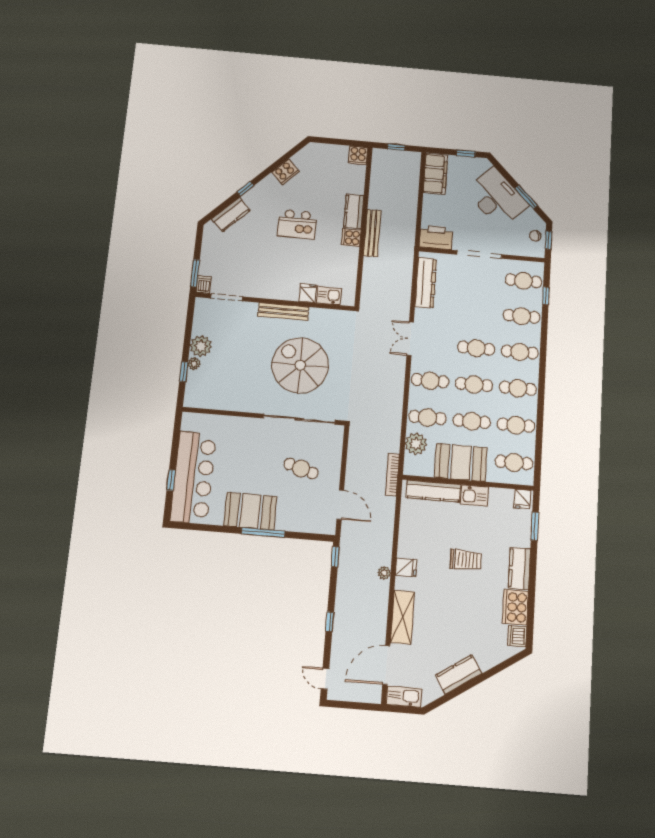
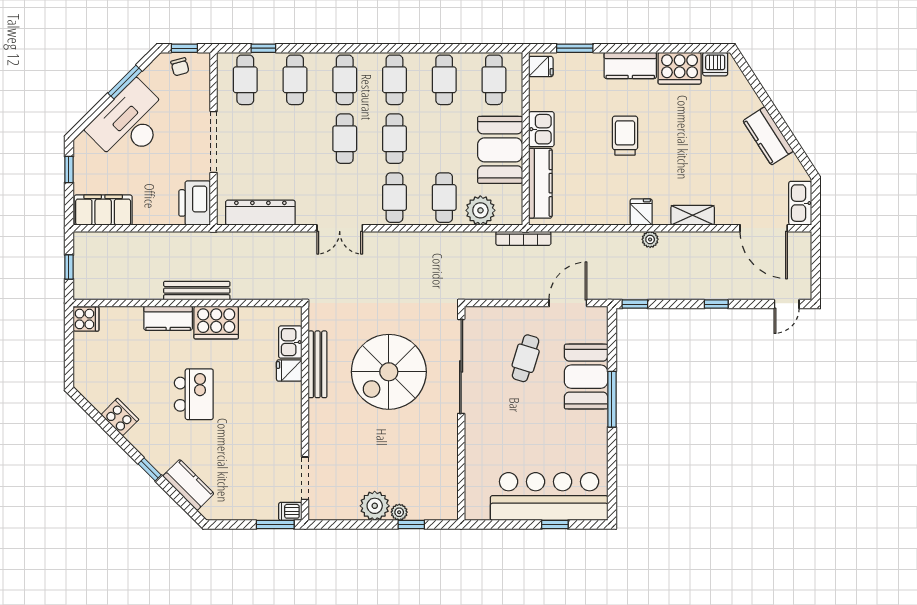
cooker: (351, 238) -> (216, 323), width x1.87, depth x1.31
bench: (283, 311) -> (318, 364), moved
cafe table: (472, 421) -> (444, 139), removed
booth: (250, 511) -> (586, 377), moved
shelving: (403, 617) -> (693, 215), width x0.67, depth x0.75

